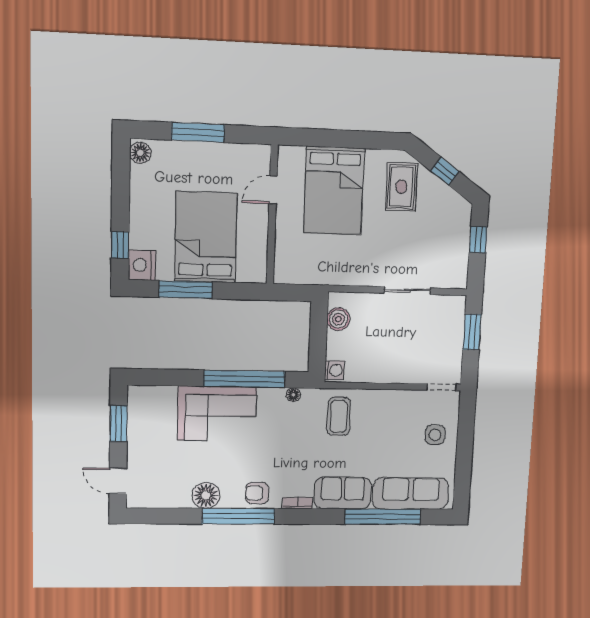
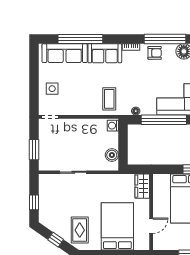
wardrobe: (286, 262) -> (142, 186), added

